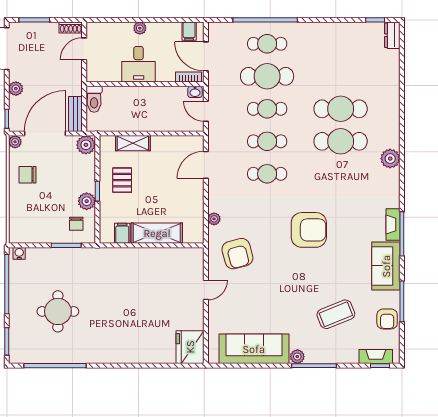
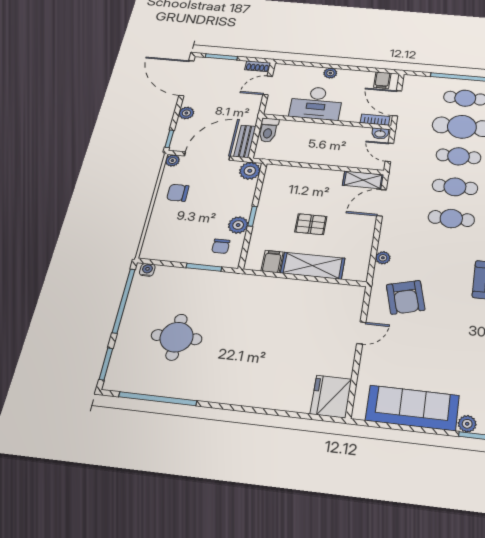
desk: (139, 64) -> (316, 103), width x1.37
shelving: (133, 143) -> (363, 180), moved
pallet: (122, 180) -> (311, 224), moved, turned 90

